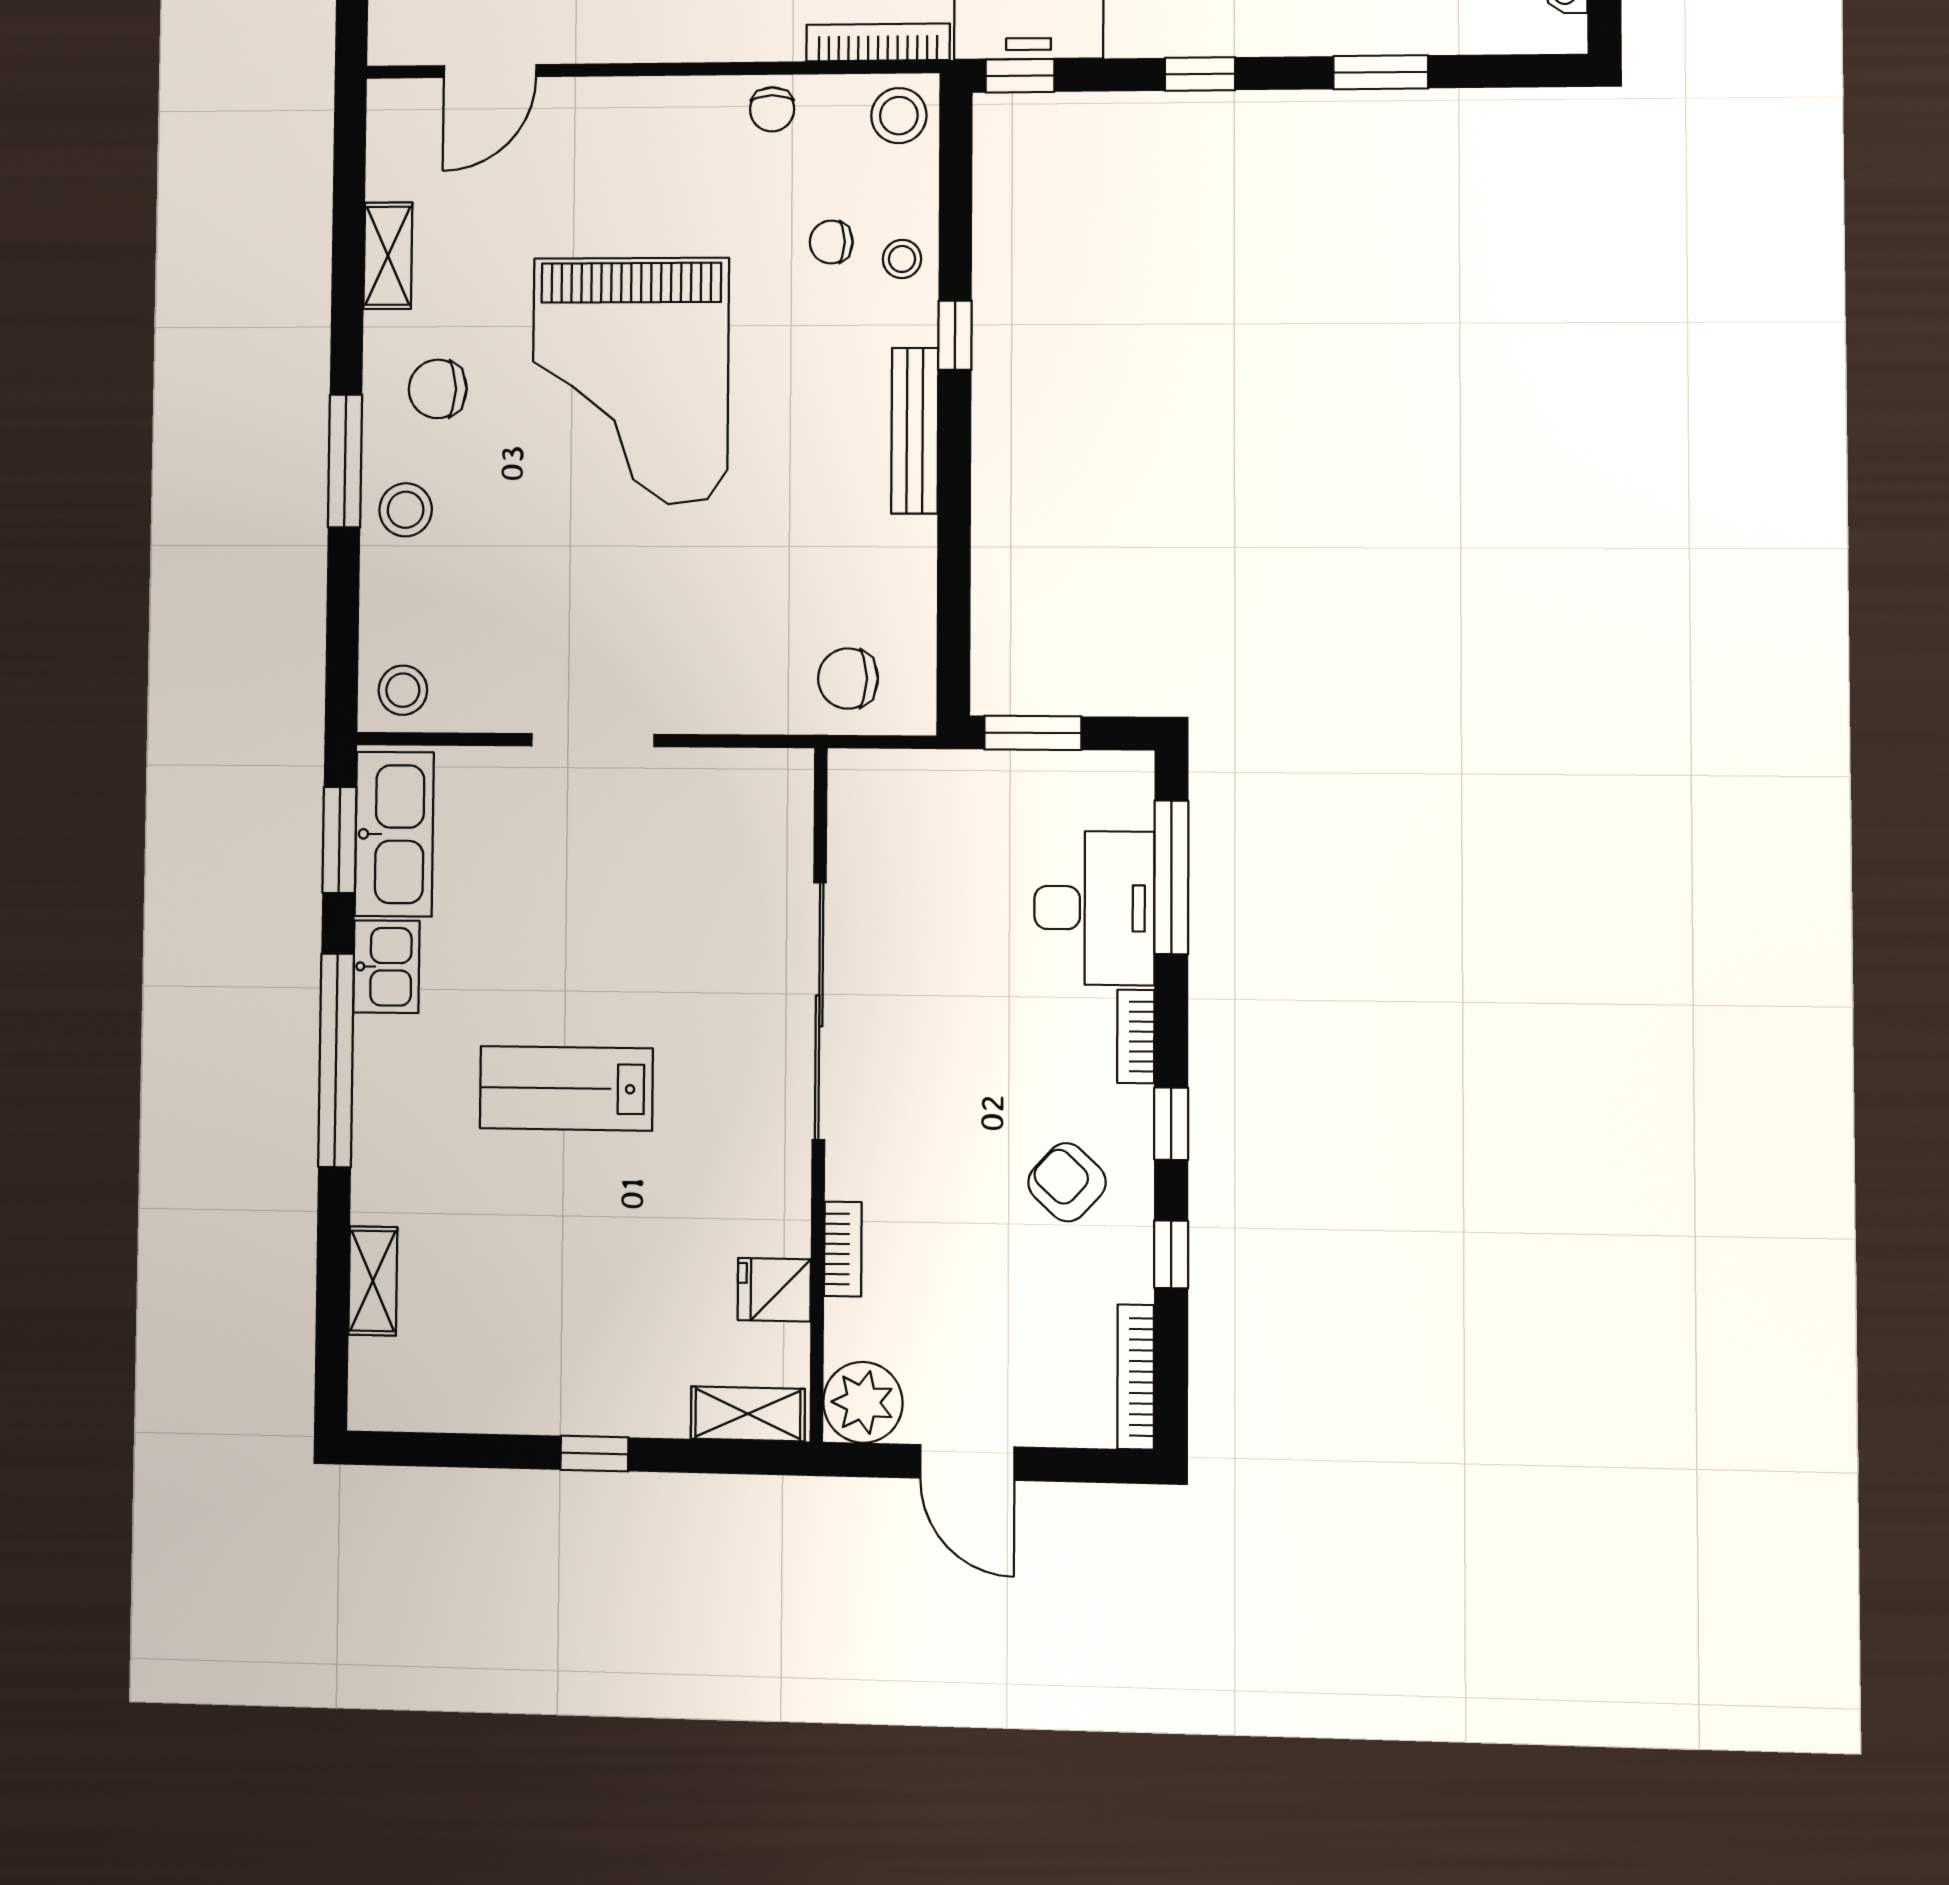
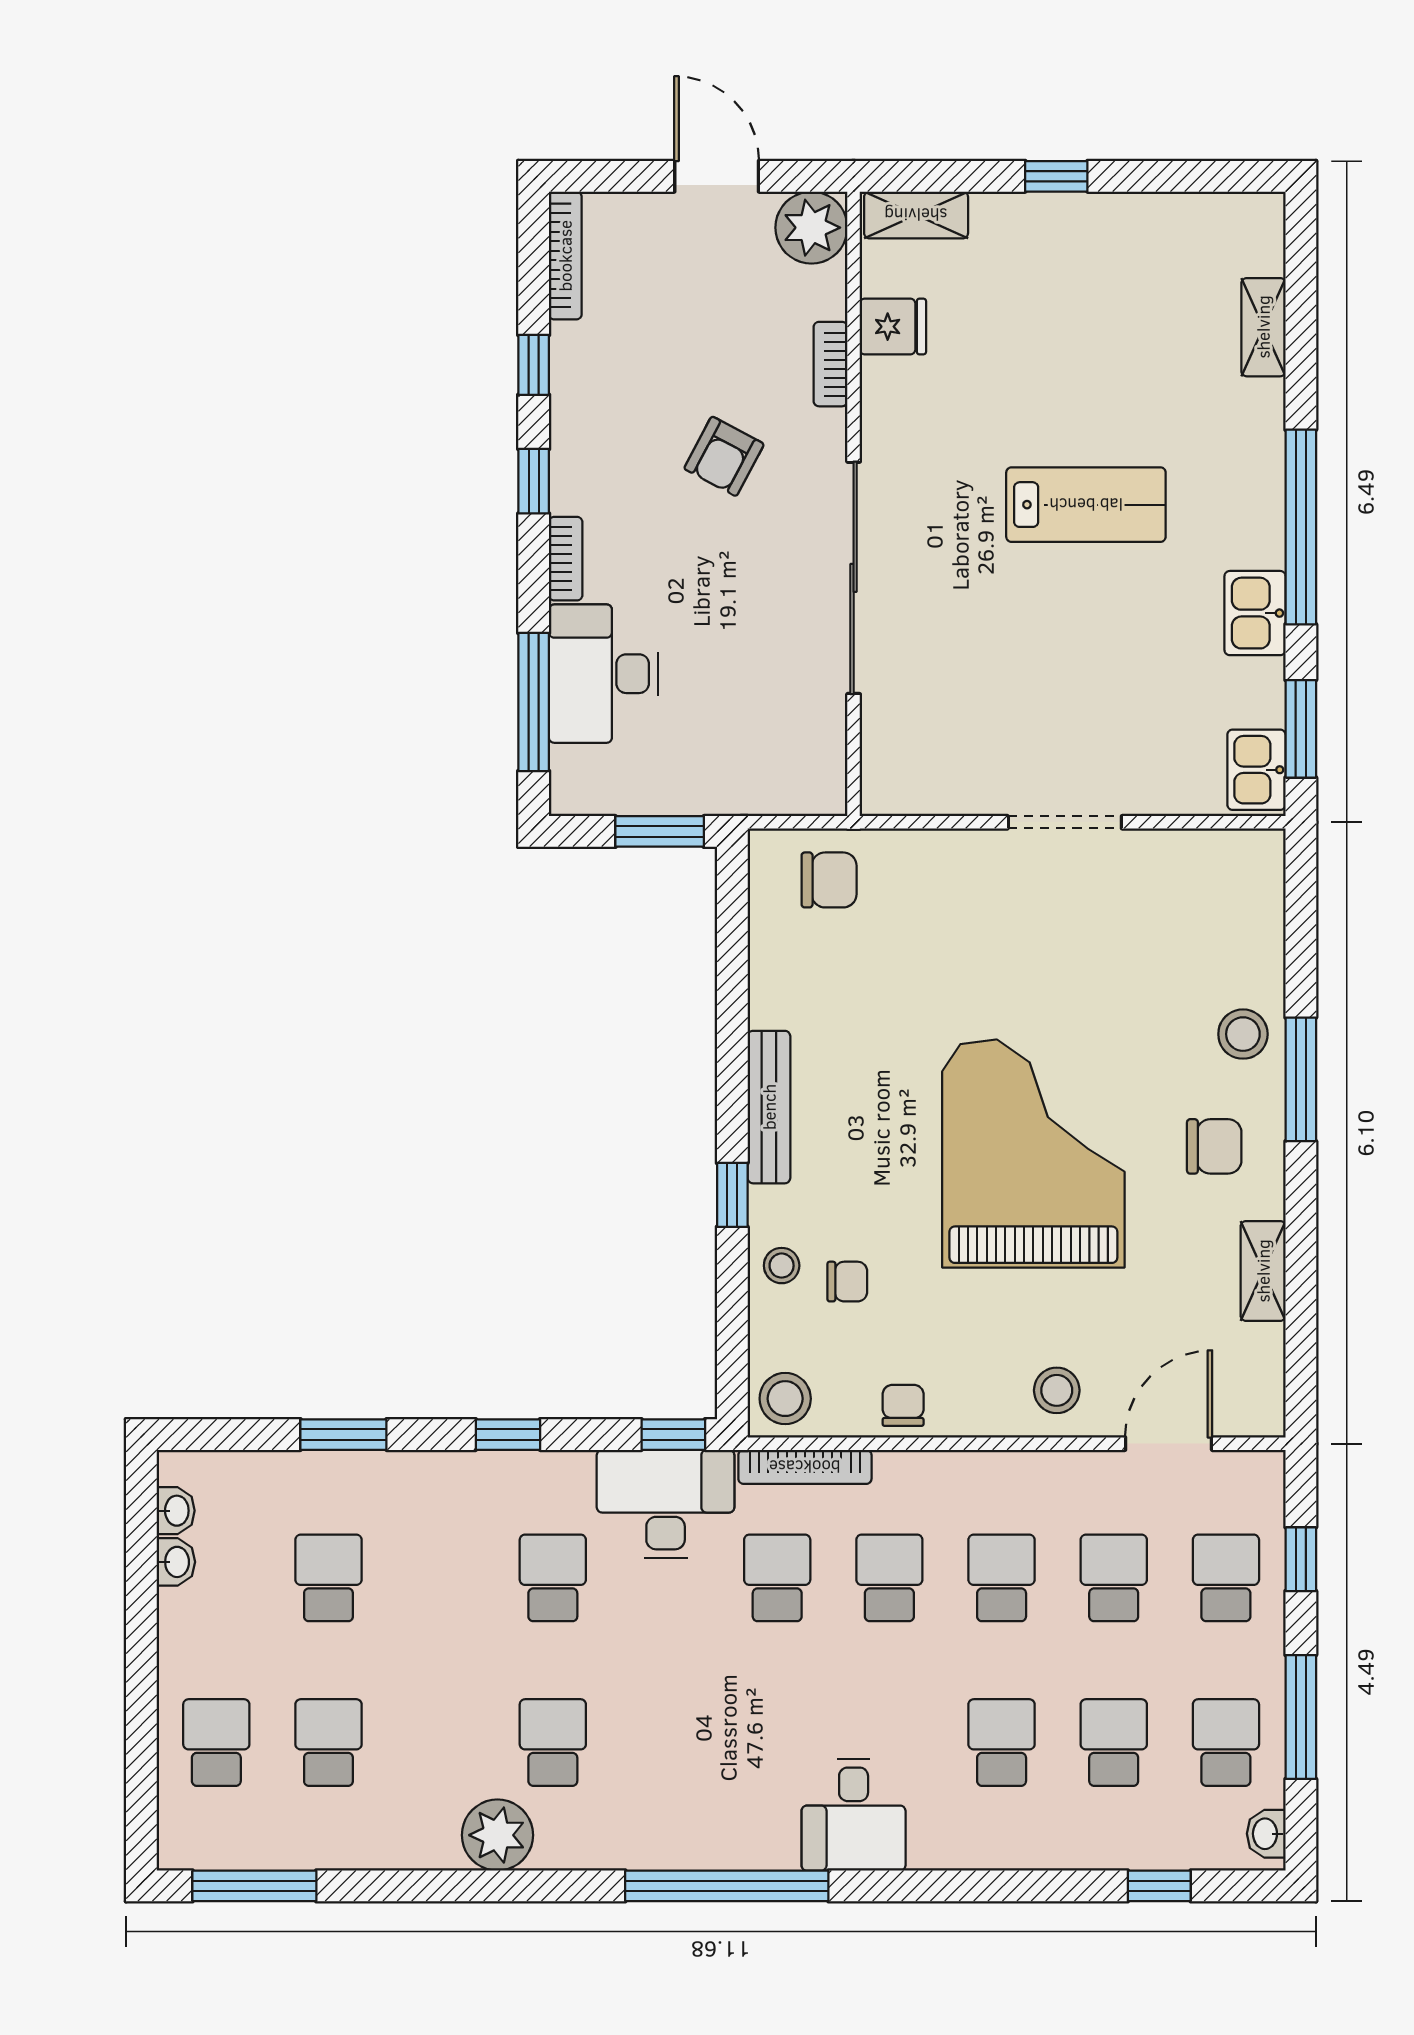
stool: (403, 690) -> (1057, 1390), moved
kitchen sink: (394, 834) -> (1256, 770), width x0.53, depth x0.81
armchair: (1067, 1182) -> (724, 456), moved, turned 75

